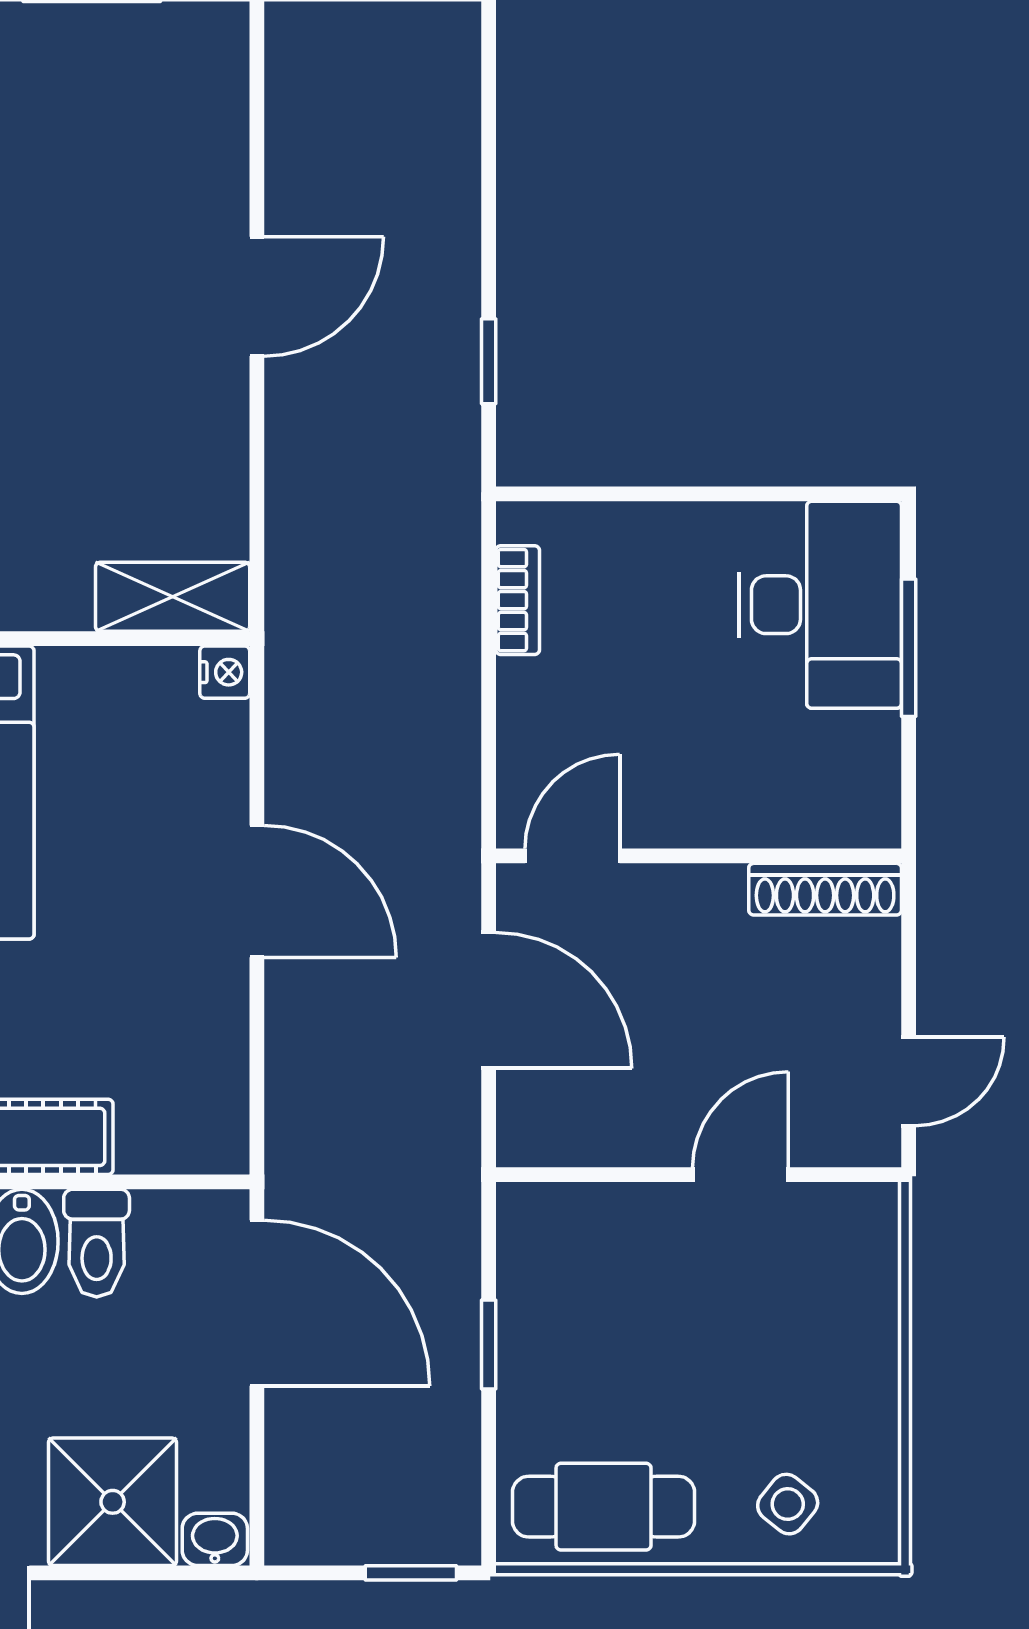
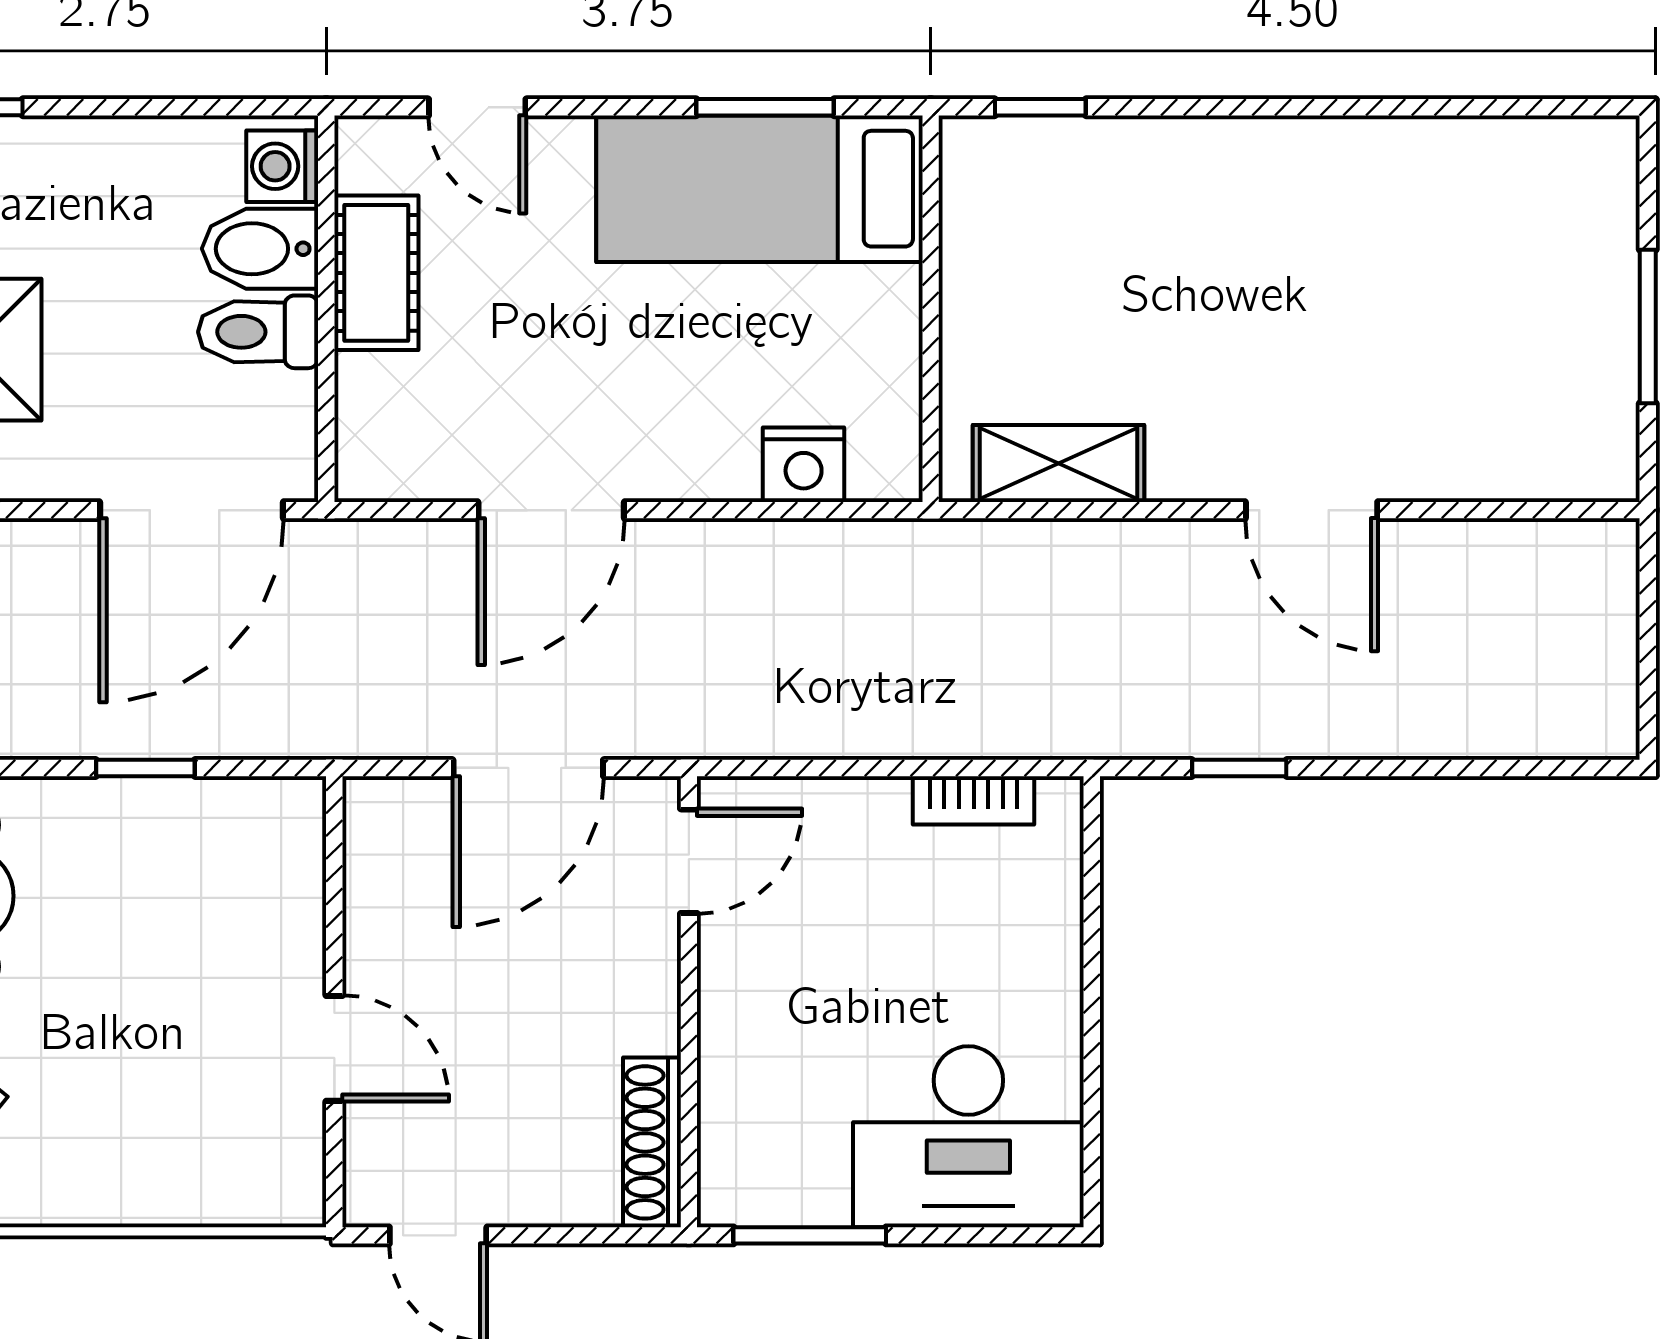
shelving: (173, 597) -> (1058, 464), moved, turned 90
window: (909, 648) -> (810, 1235), moved
nightstand: (225, 672) -> (804, 465), moved, width x1.39, depth x1.35
door: (572, 856) -> (689, 861), hinge flipped
door: (257, 891) -> (551, 510), moved

